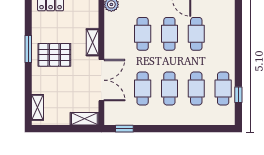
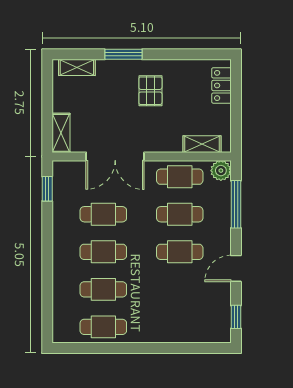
cafe table: (196, 34) -> (180, 177), moved
shelving: (92, 42) -> (202, 144), moved
window: (28, 49) -> (123, 54), moved
pallet: (54, 55) -> (150, 91), width x0.67, depth x0.71
window: (238, 95) -> (95, 348), removed

